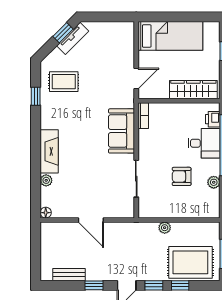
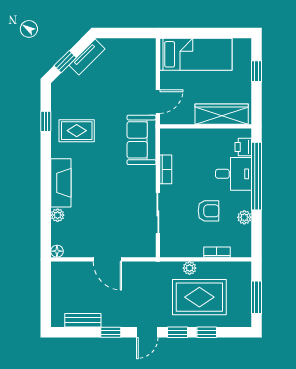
window: (63, 33) -> (65, 62), moved
rug: (64, 82) -> (77, 131), moved
bookcase: (143, 116) -> (166, 169), moved
sofa: (121, 131) -> (141, 140), moved
armchair: (182, 176) -> (208, 211), turned 180
bookcase: (189, 213) -> (217, 252), added
rug: (190, 262) -> (199, 297), moved

